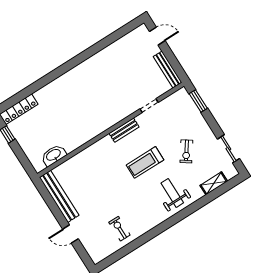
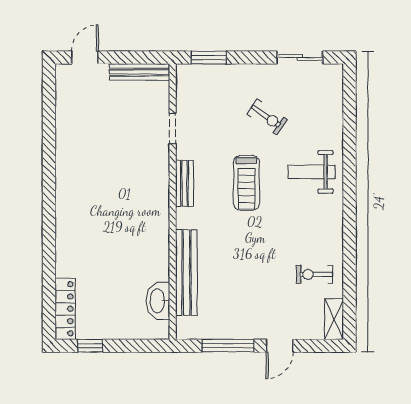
shelving: (214, 183) -> (334, 319), moved
bench: (59, 196) -> (186, 273), moved, turned 90
window: (53, 207) -> (228, 346), added

